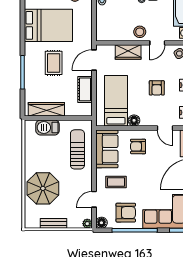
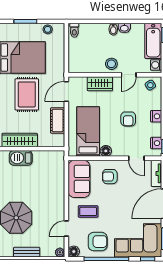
rug: (54, 63) -> (27, 94), width x1.36, depth x1.43
sun lounger: (77, 149) -> (50, 179), removed

